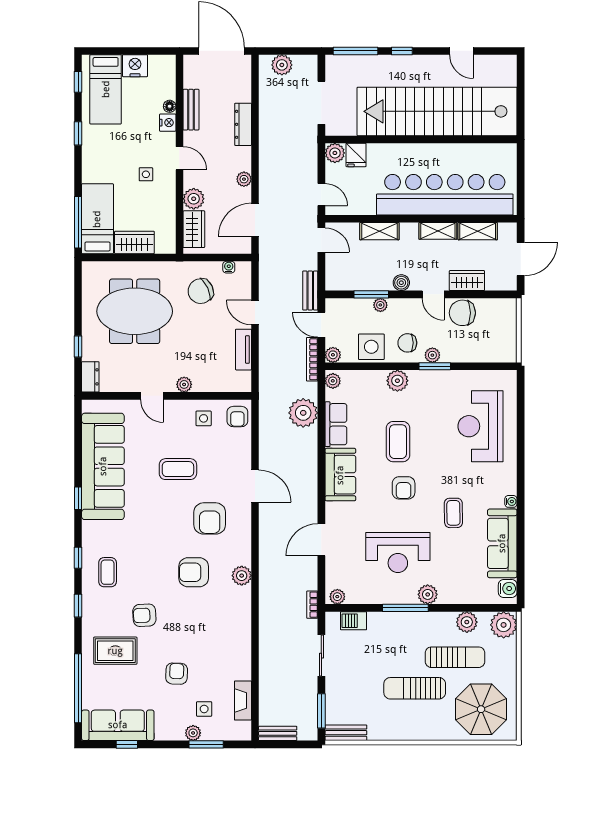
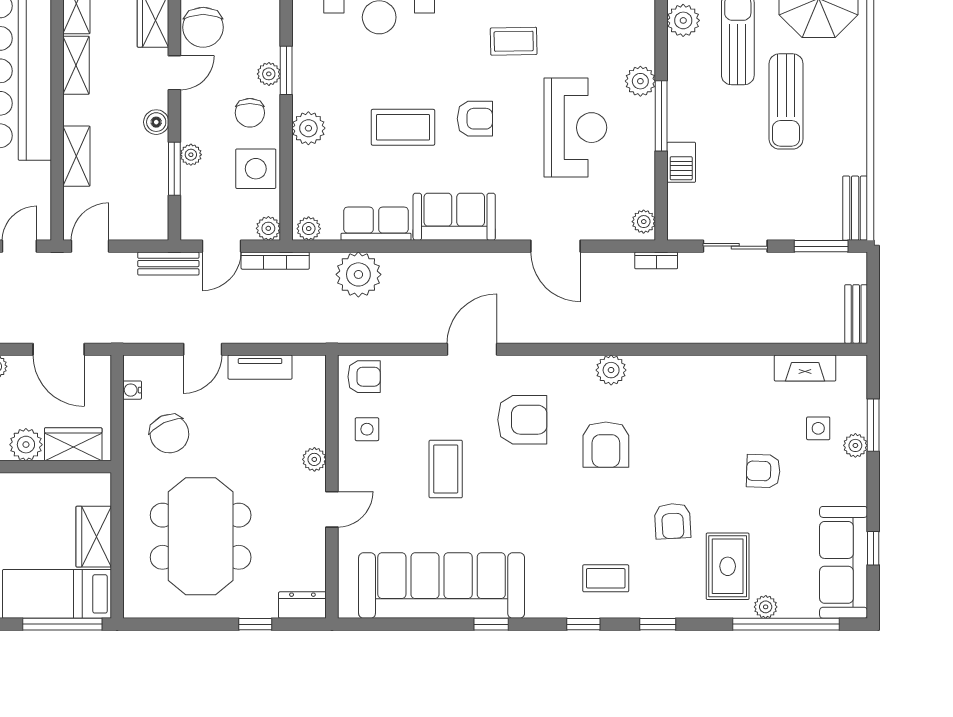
barbecue: (354, 621) -> (681, 162), moved
plant: (89, 675) -> (766, 607), added

